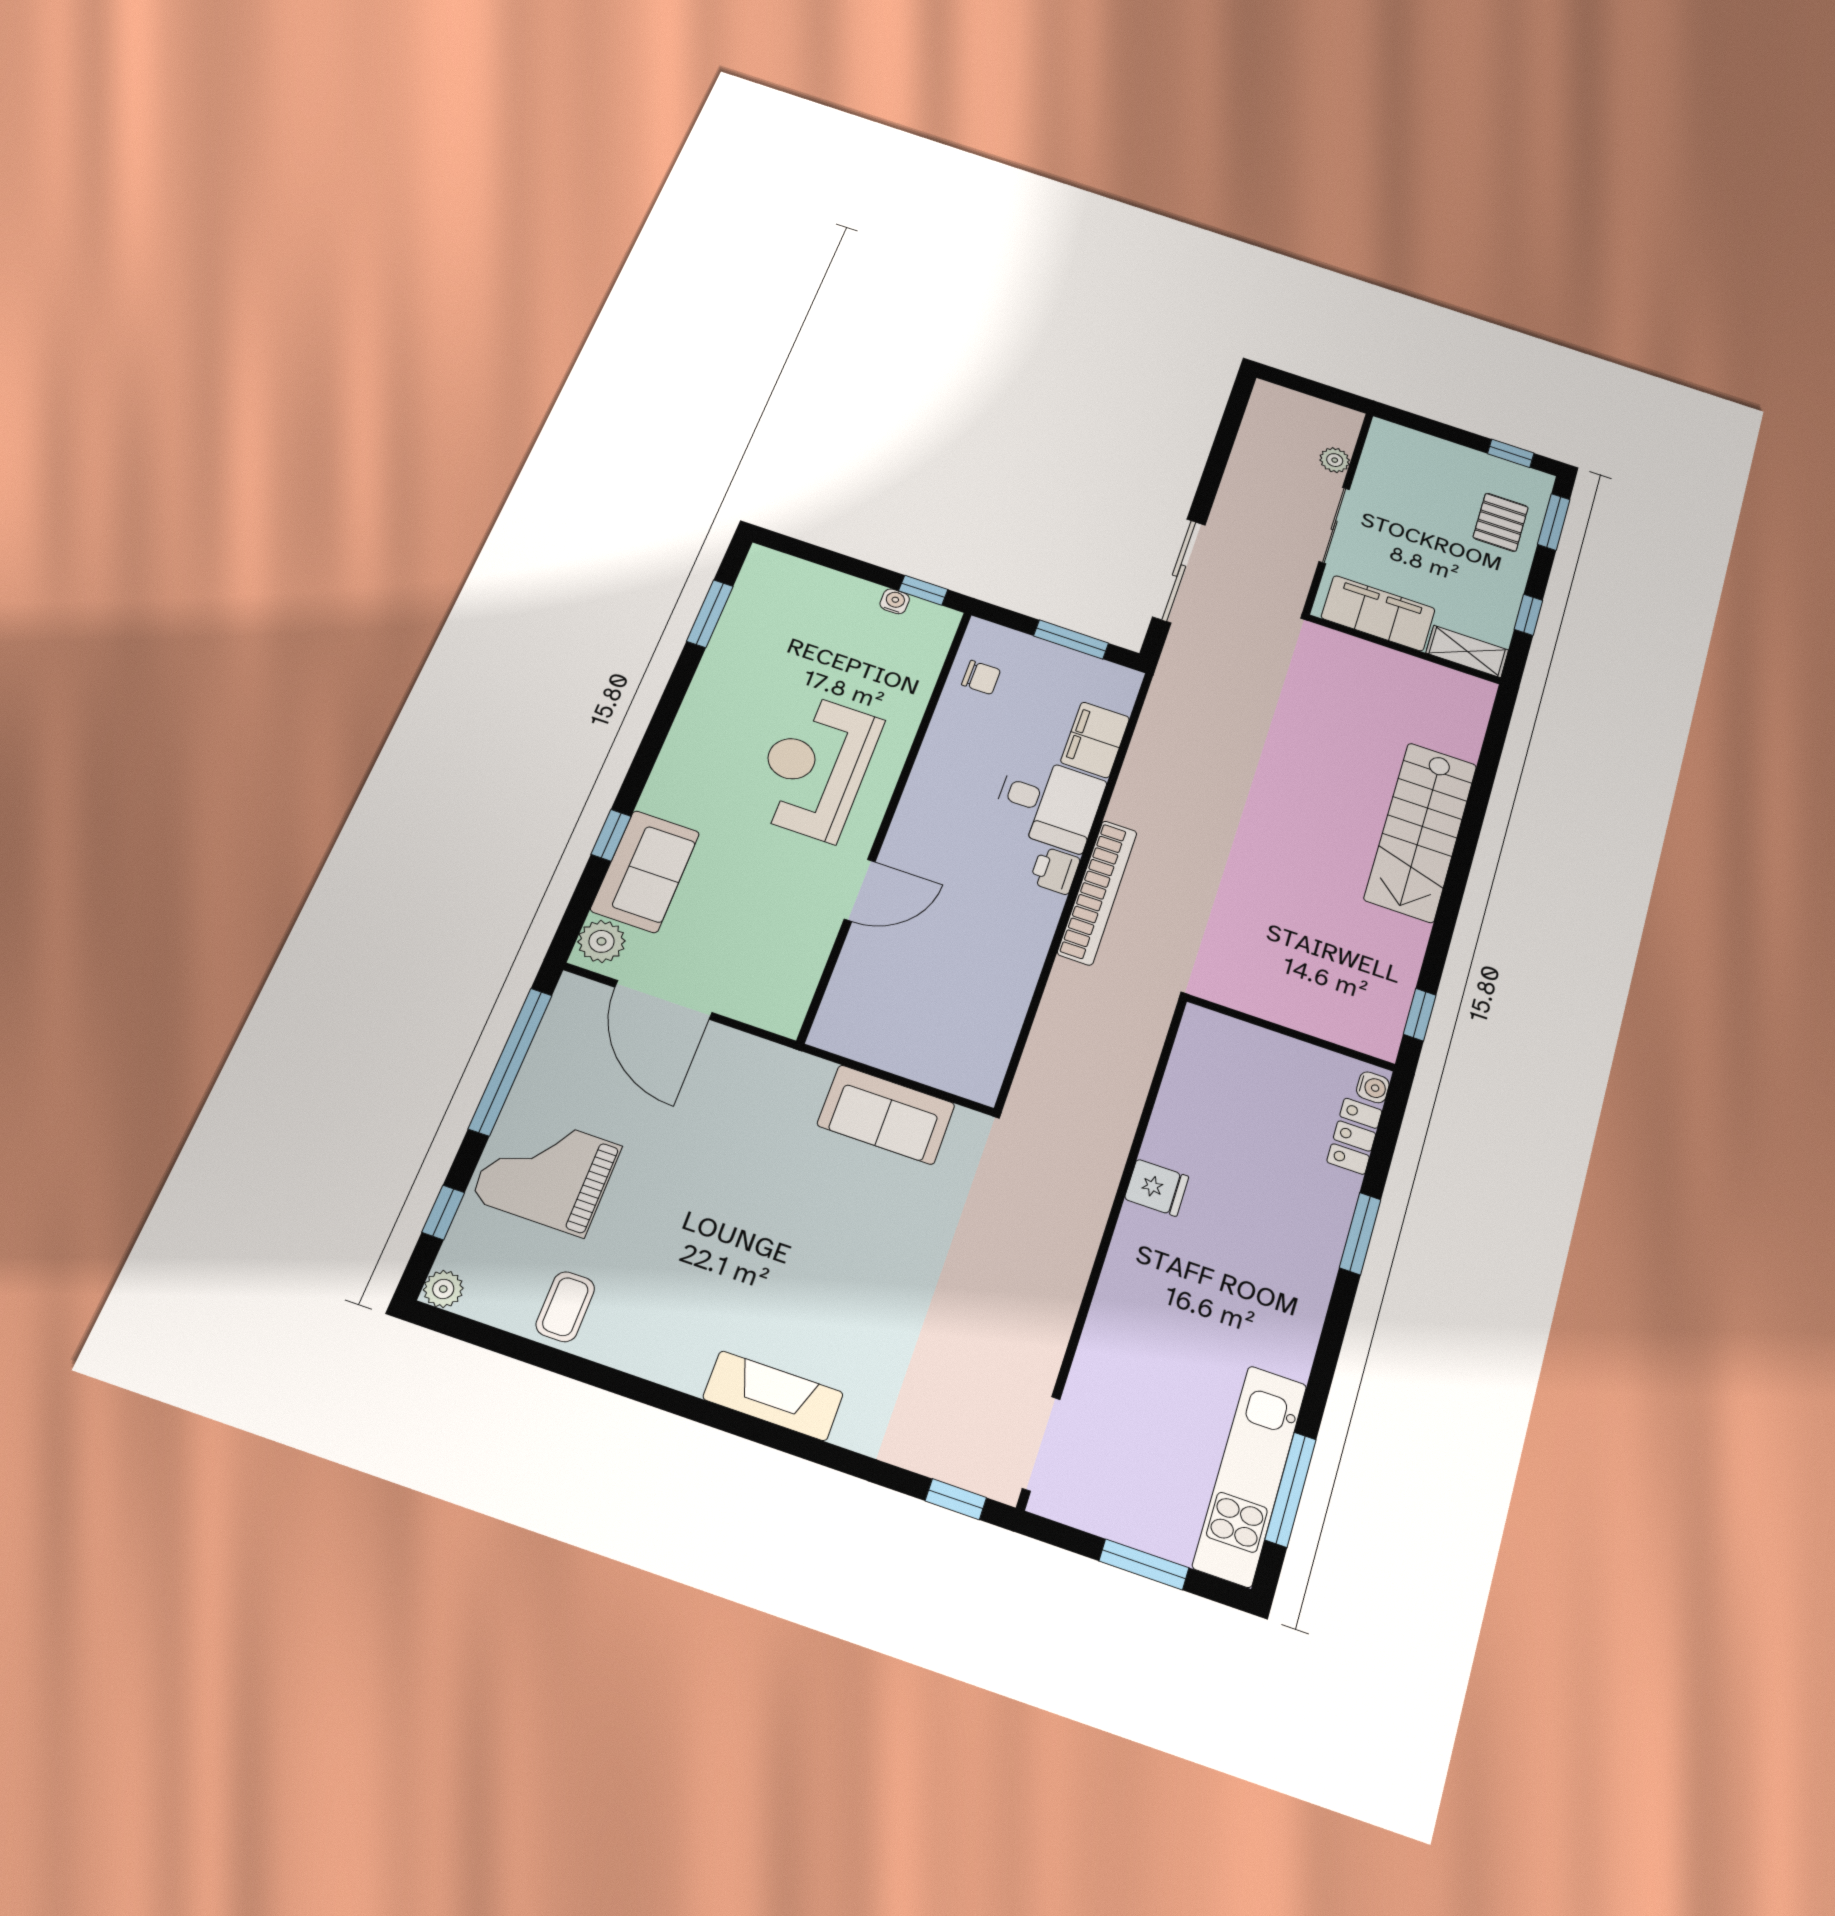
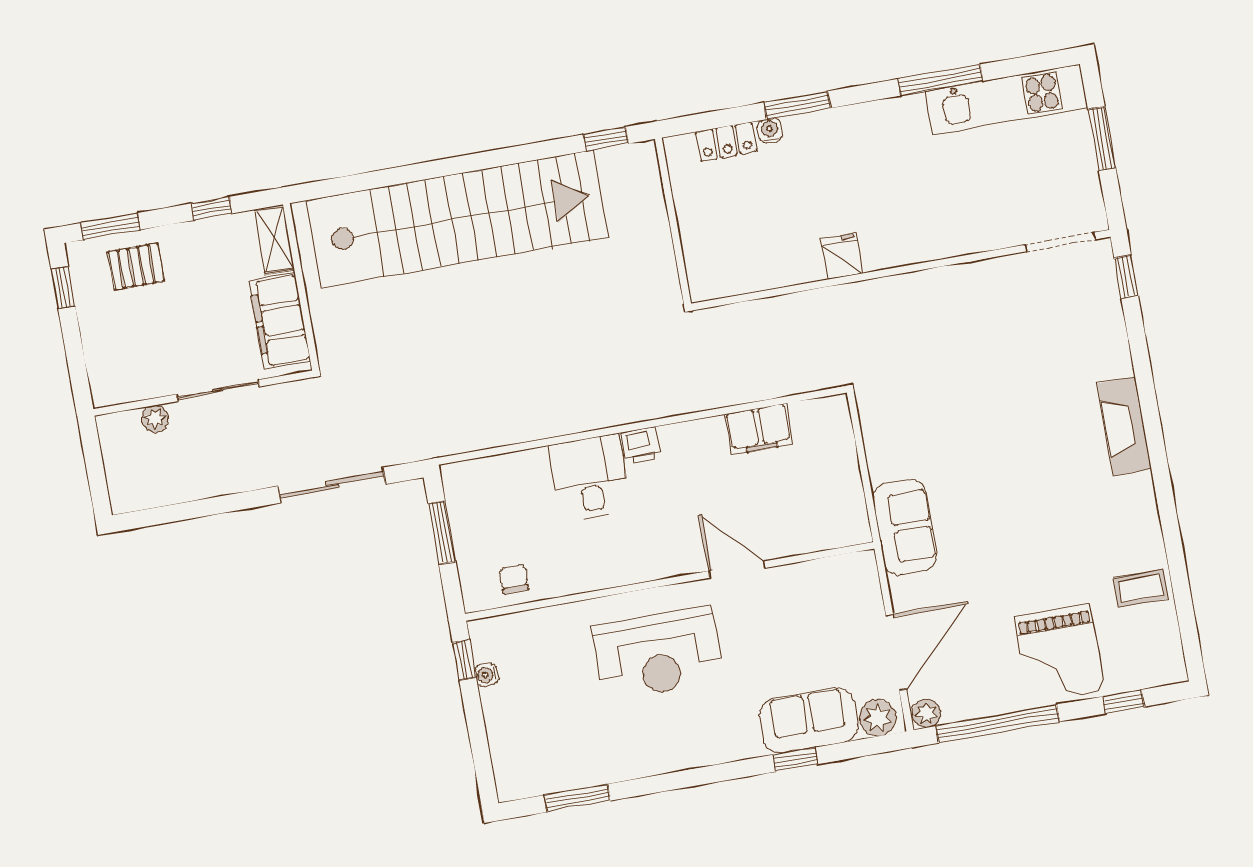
filing cabinet: (1095, 740) -> (759, 429), moved
stairs: (1421, 832) -> (457, 219), width x1.86, depth x1.51
bookcase: (1097, 892) -> (641, 407), removed
water cooler: (1373, 1087) -> (770, 130), moved
sofa: (886, 1115) -> (905, 527), moved
plant: (443, 1289) -> (926, 713), moved
window: (1291, 1489) -> (941, 80), moved

